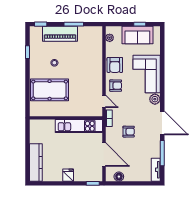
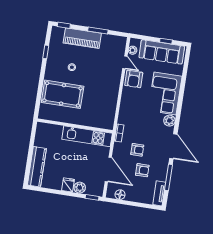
sofa: (137, 35) -> (162, 52), width x1.36
armchair: (116, 86) -> (142, 170), moved
door: (104, 101) -> (125, 62), moved
plant: (80, 176) -> (80, 188), added

